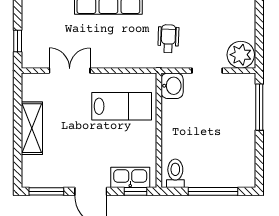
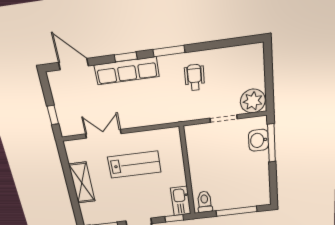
wheelchair: (168, 39) -> (194, 77), moved
washbasin: (172, 86) -> (258, 140), moved, turned 180
lab bench: (122, 106) -> (134, 164), moved
kitchen sink: (130, 177) -> (181, 201), moved, turned -90

